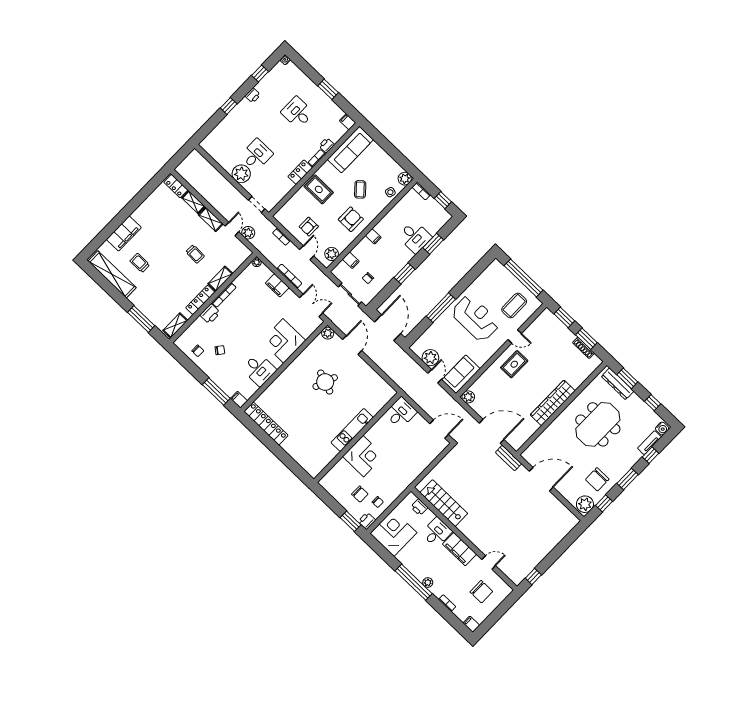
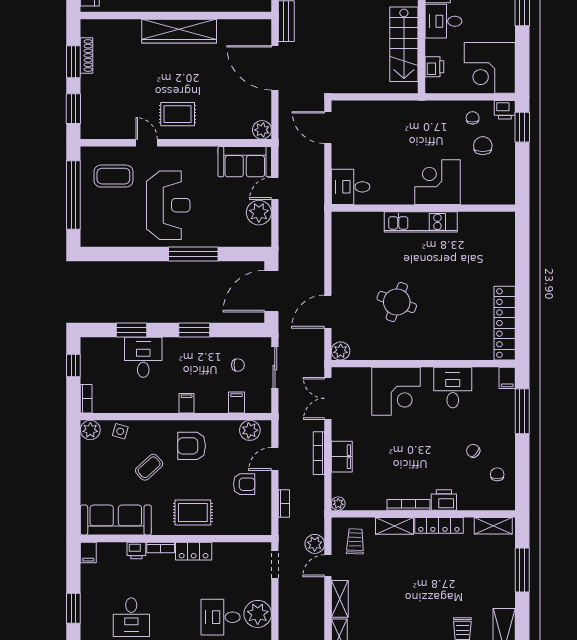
rug: (319, 189) -> (193, 513), turned 90
trolley: (195, 254) -> (355, 541), moved
reception desk: (475, 318) -> (168, 205), turned 180

